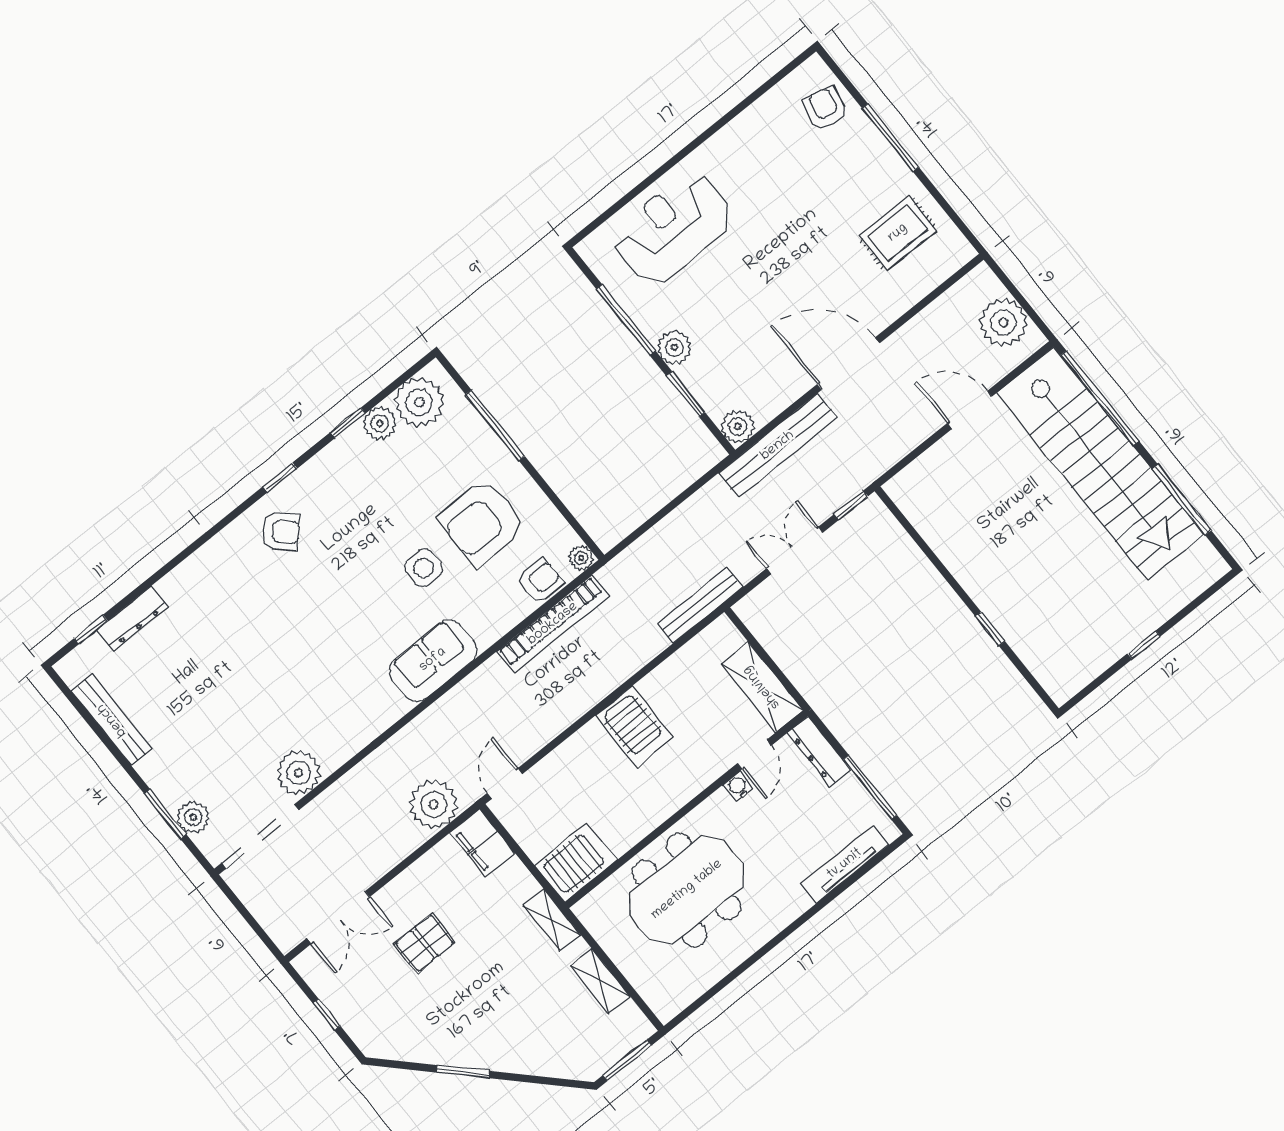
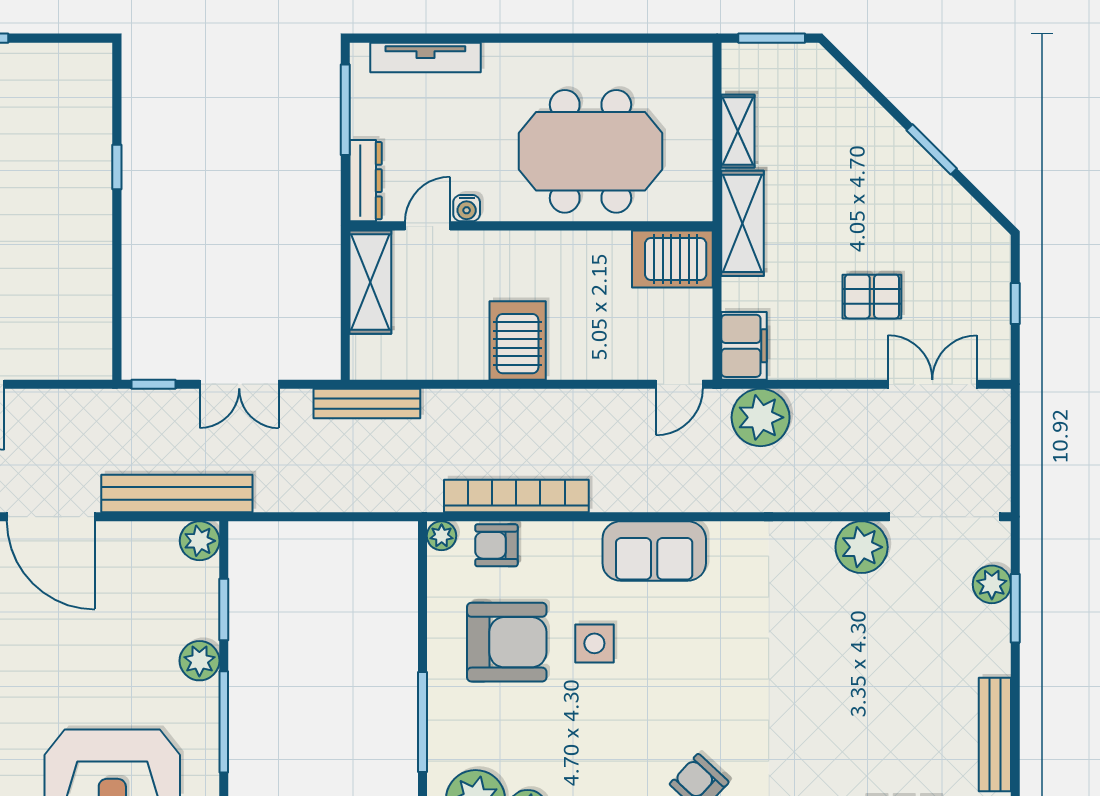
shelving: (552, 920) -> (743, 223), width x1.50, depth x1.33

